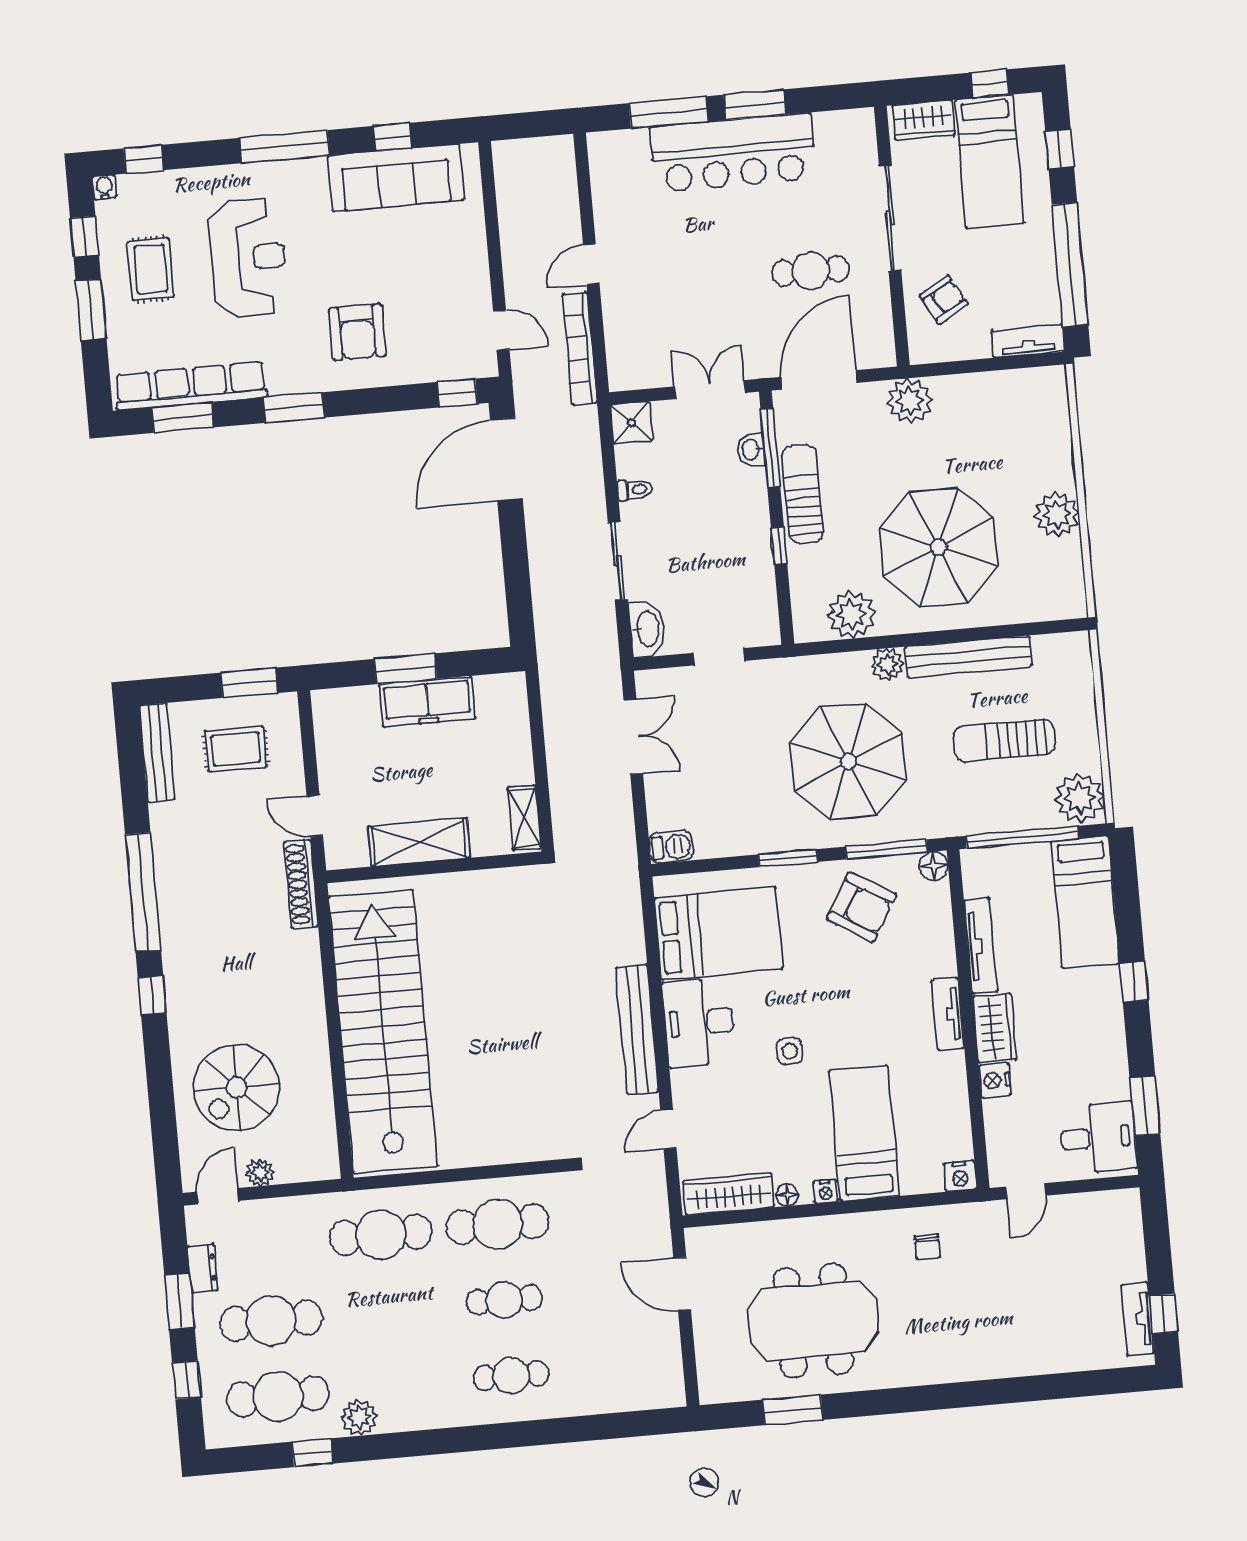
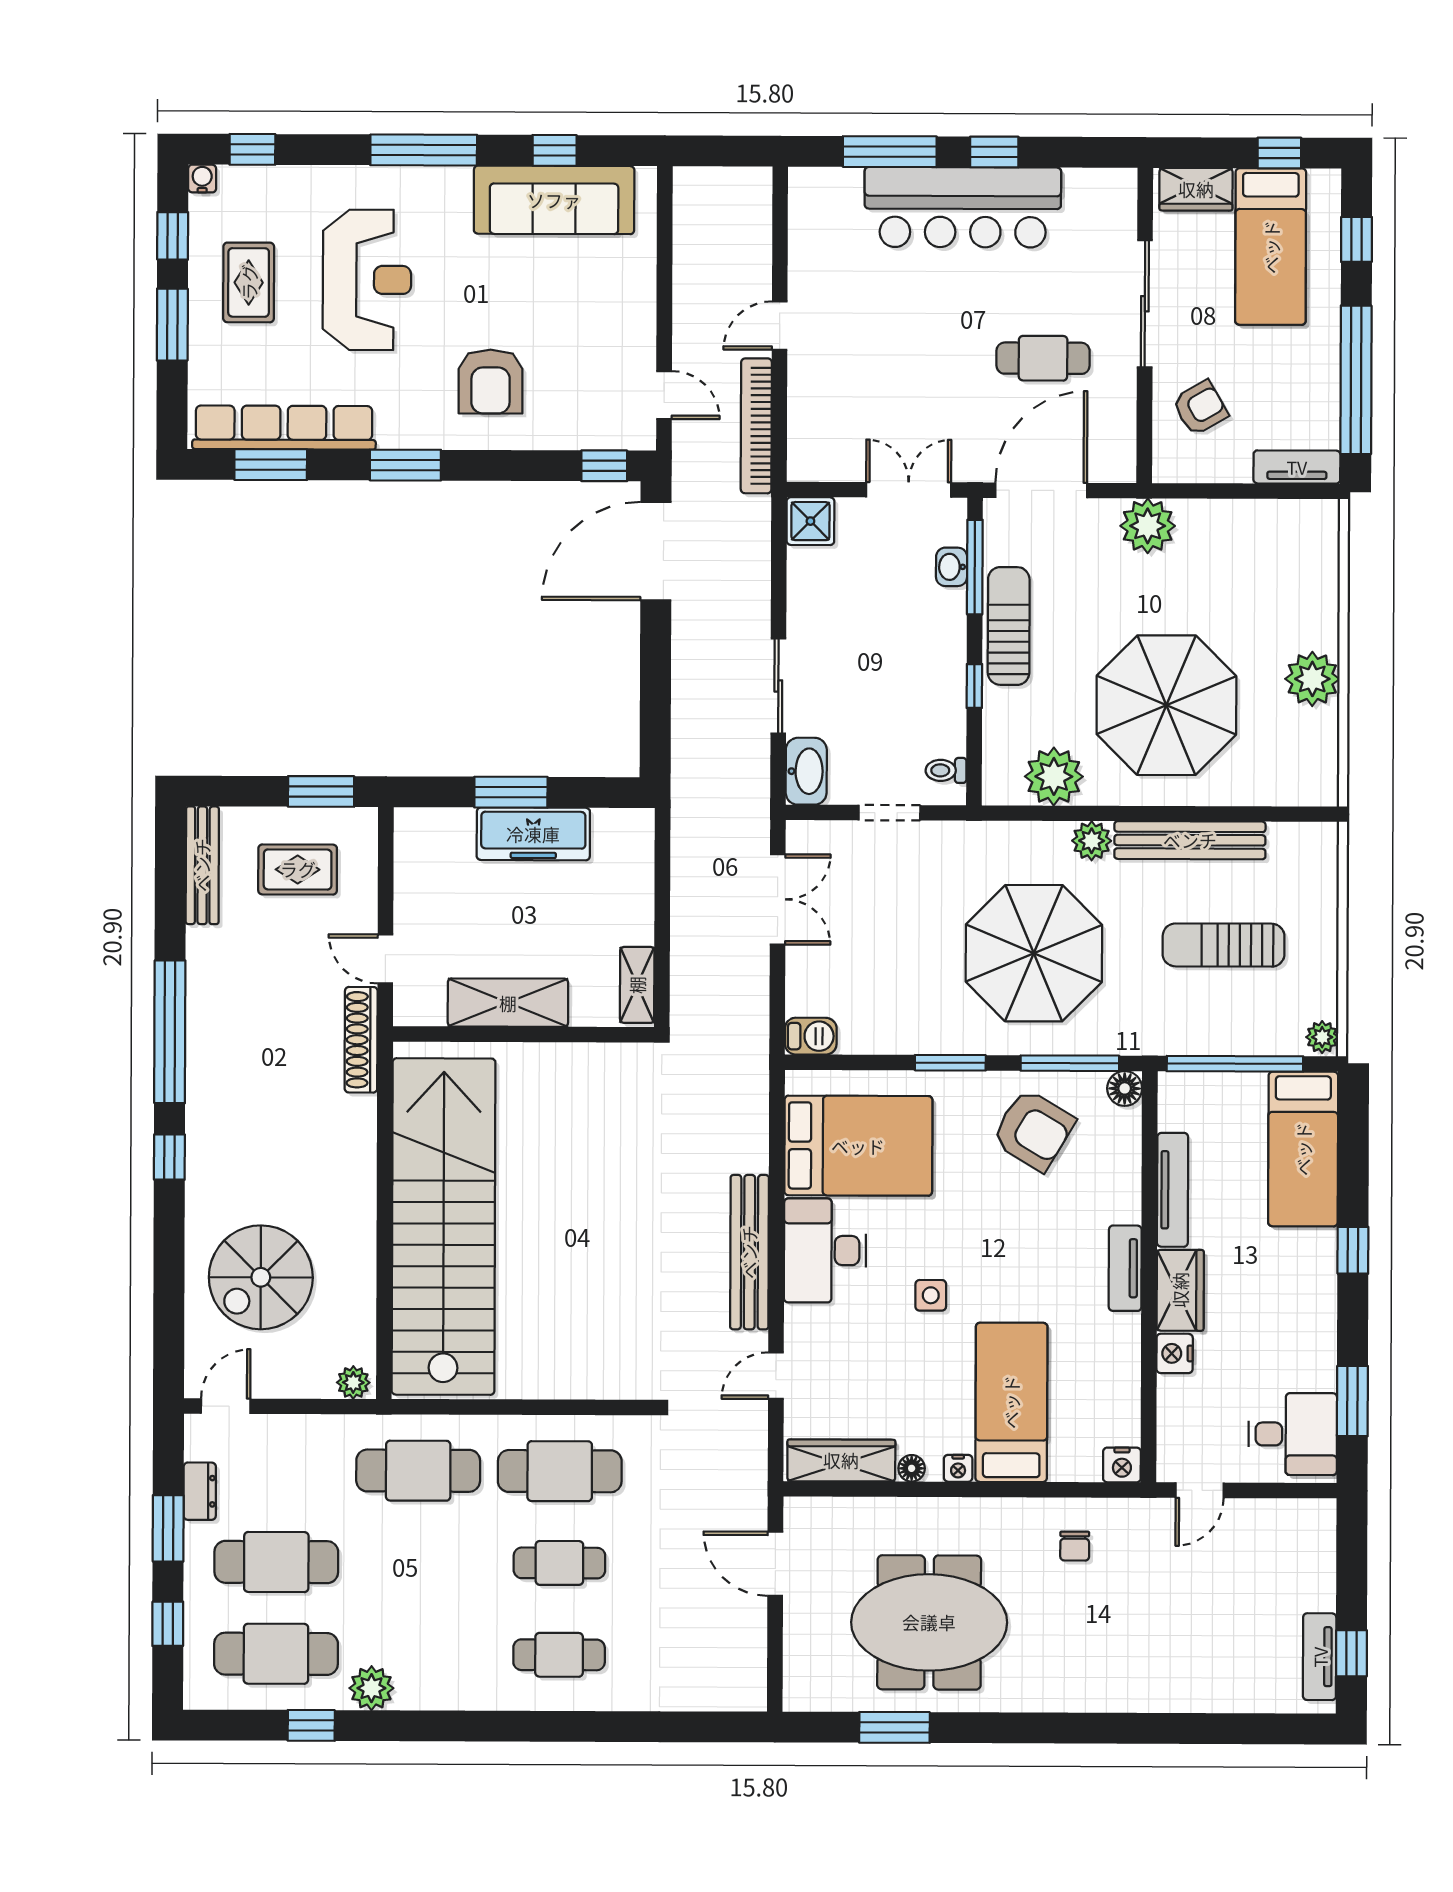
window: (755, 105) -> (994, 152), width x0.67
toilet: (635, 490) -> (946, 770), moved, turned 180
plant: (1080, 798) -> (1322, 1037), width x0.53, depth x0.53
plant: (260, 1172) -> (353, 1382), moved

